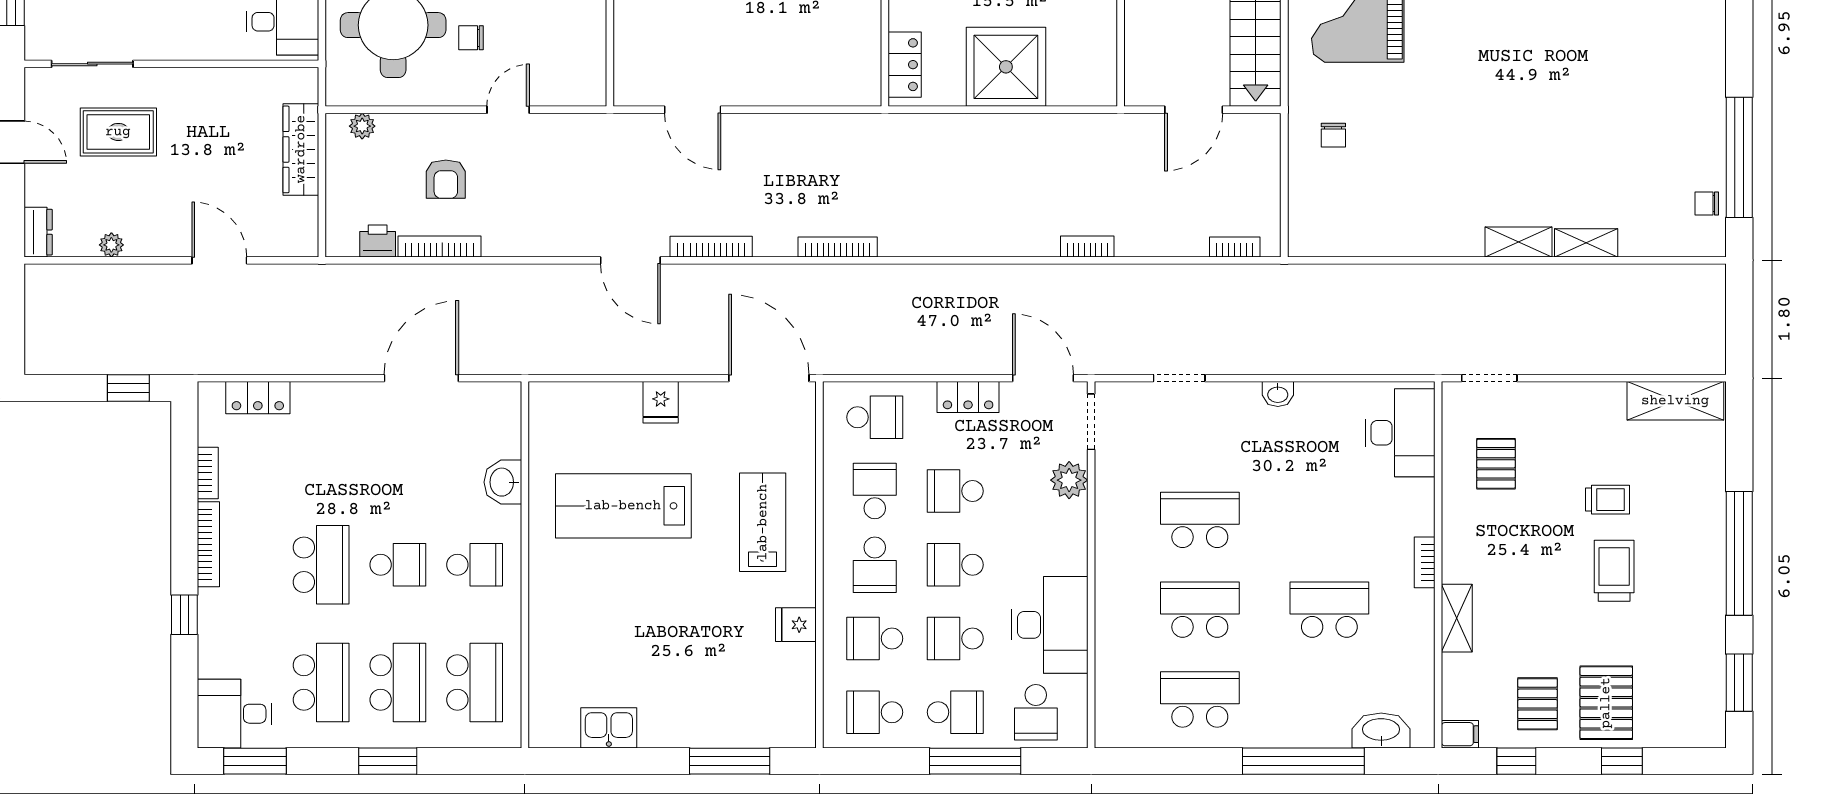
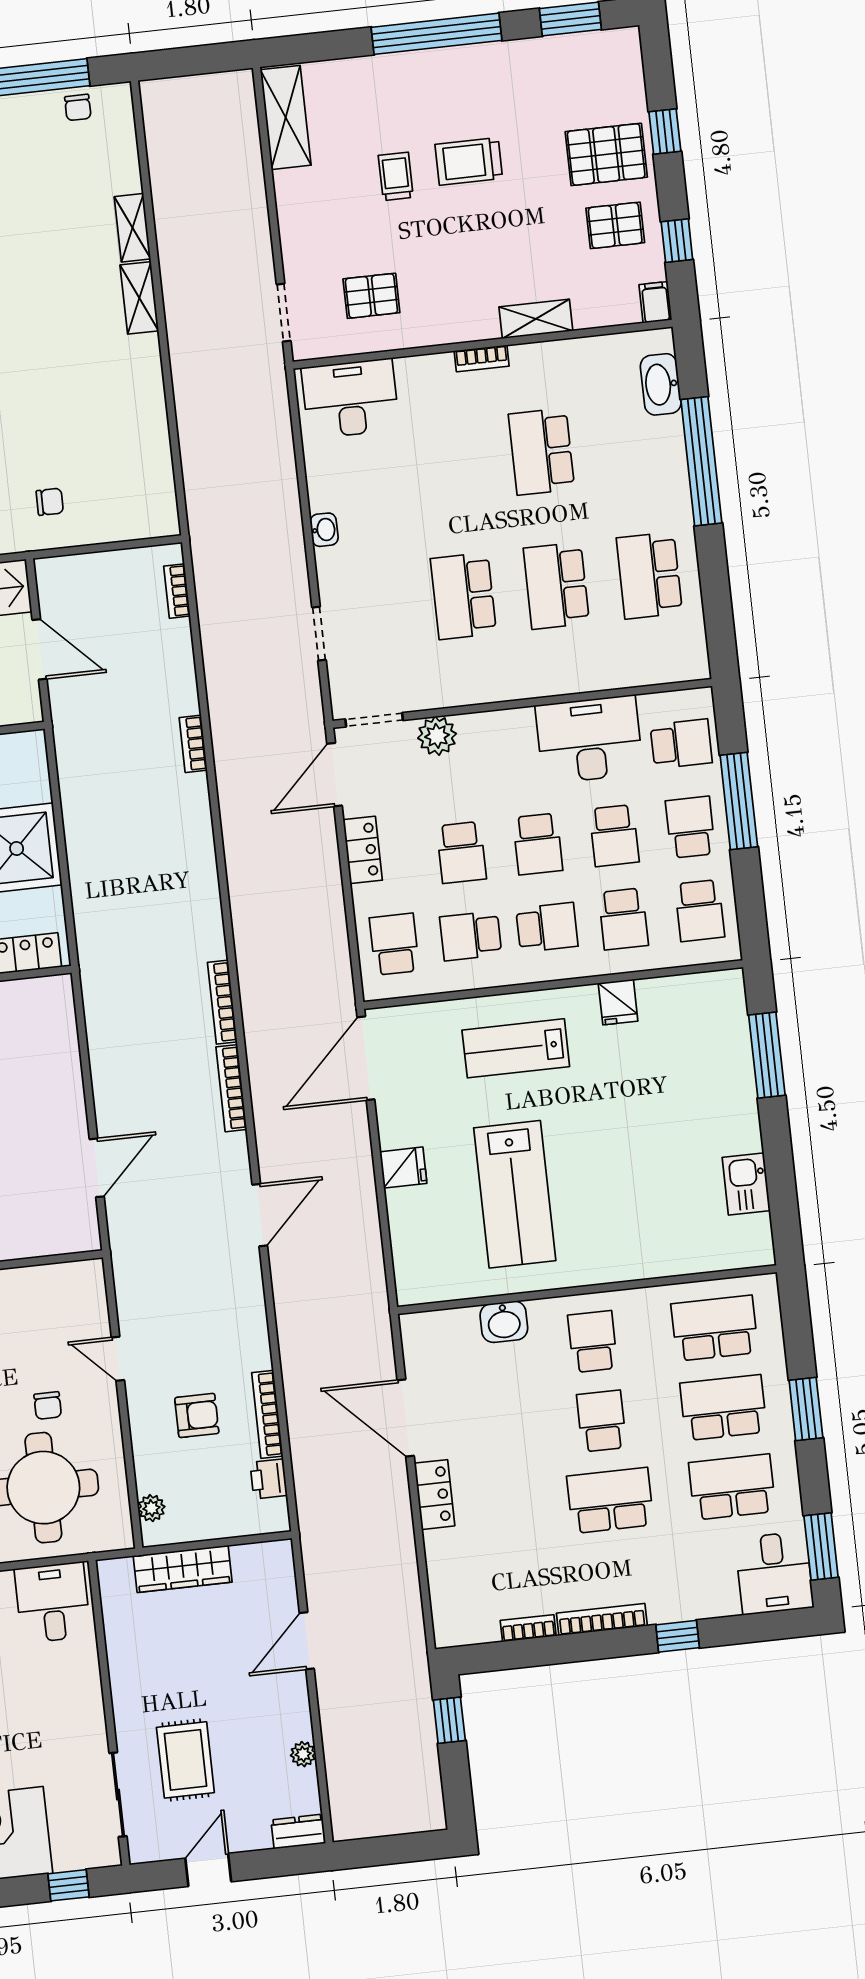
bookcase: (711, 247) -> (231, 1088), moved
locker: (258, 398) -> (434, 1495), moved

